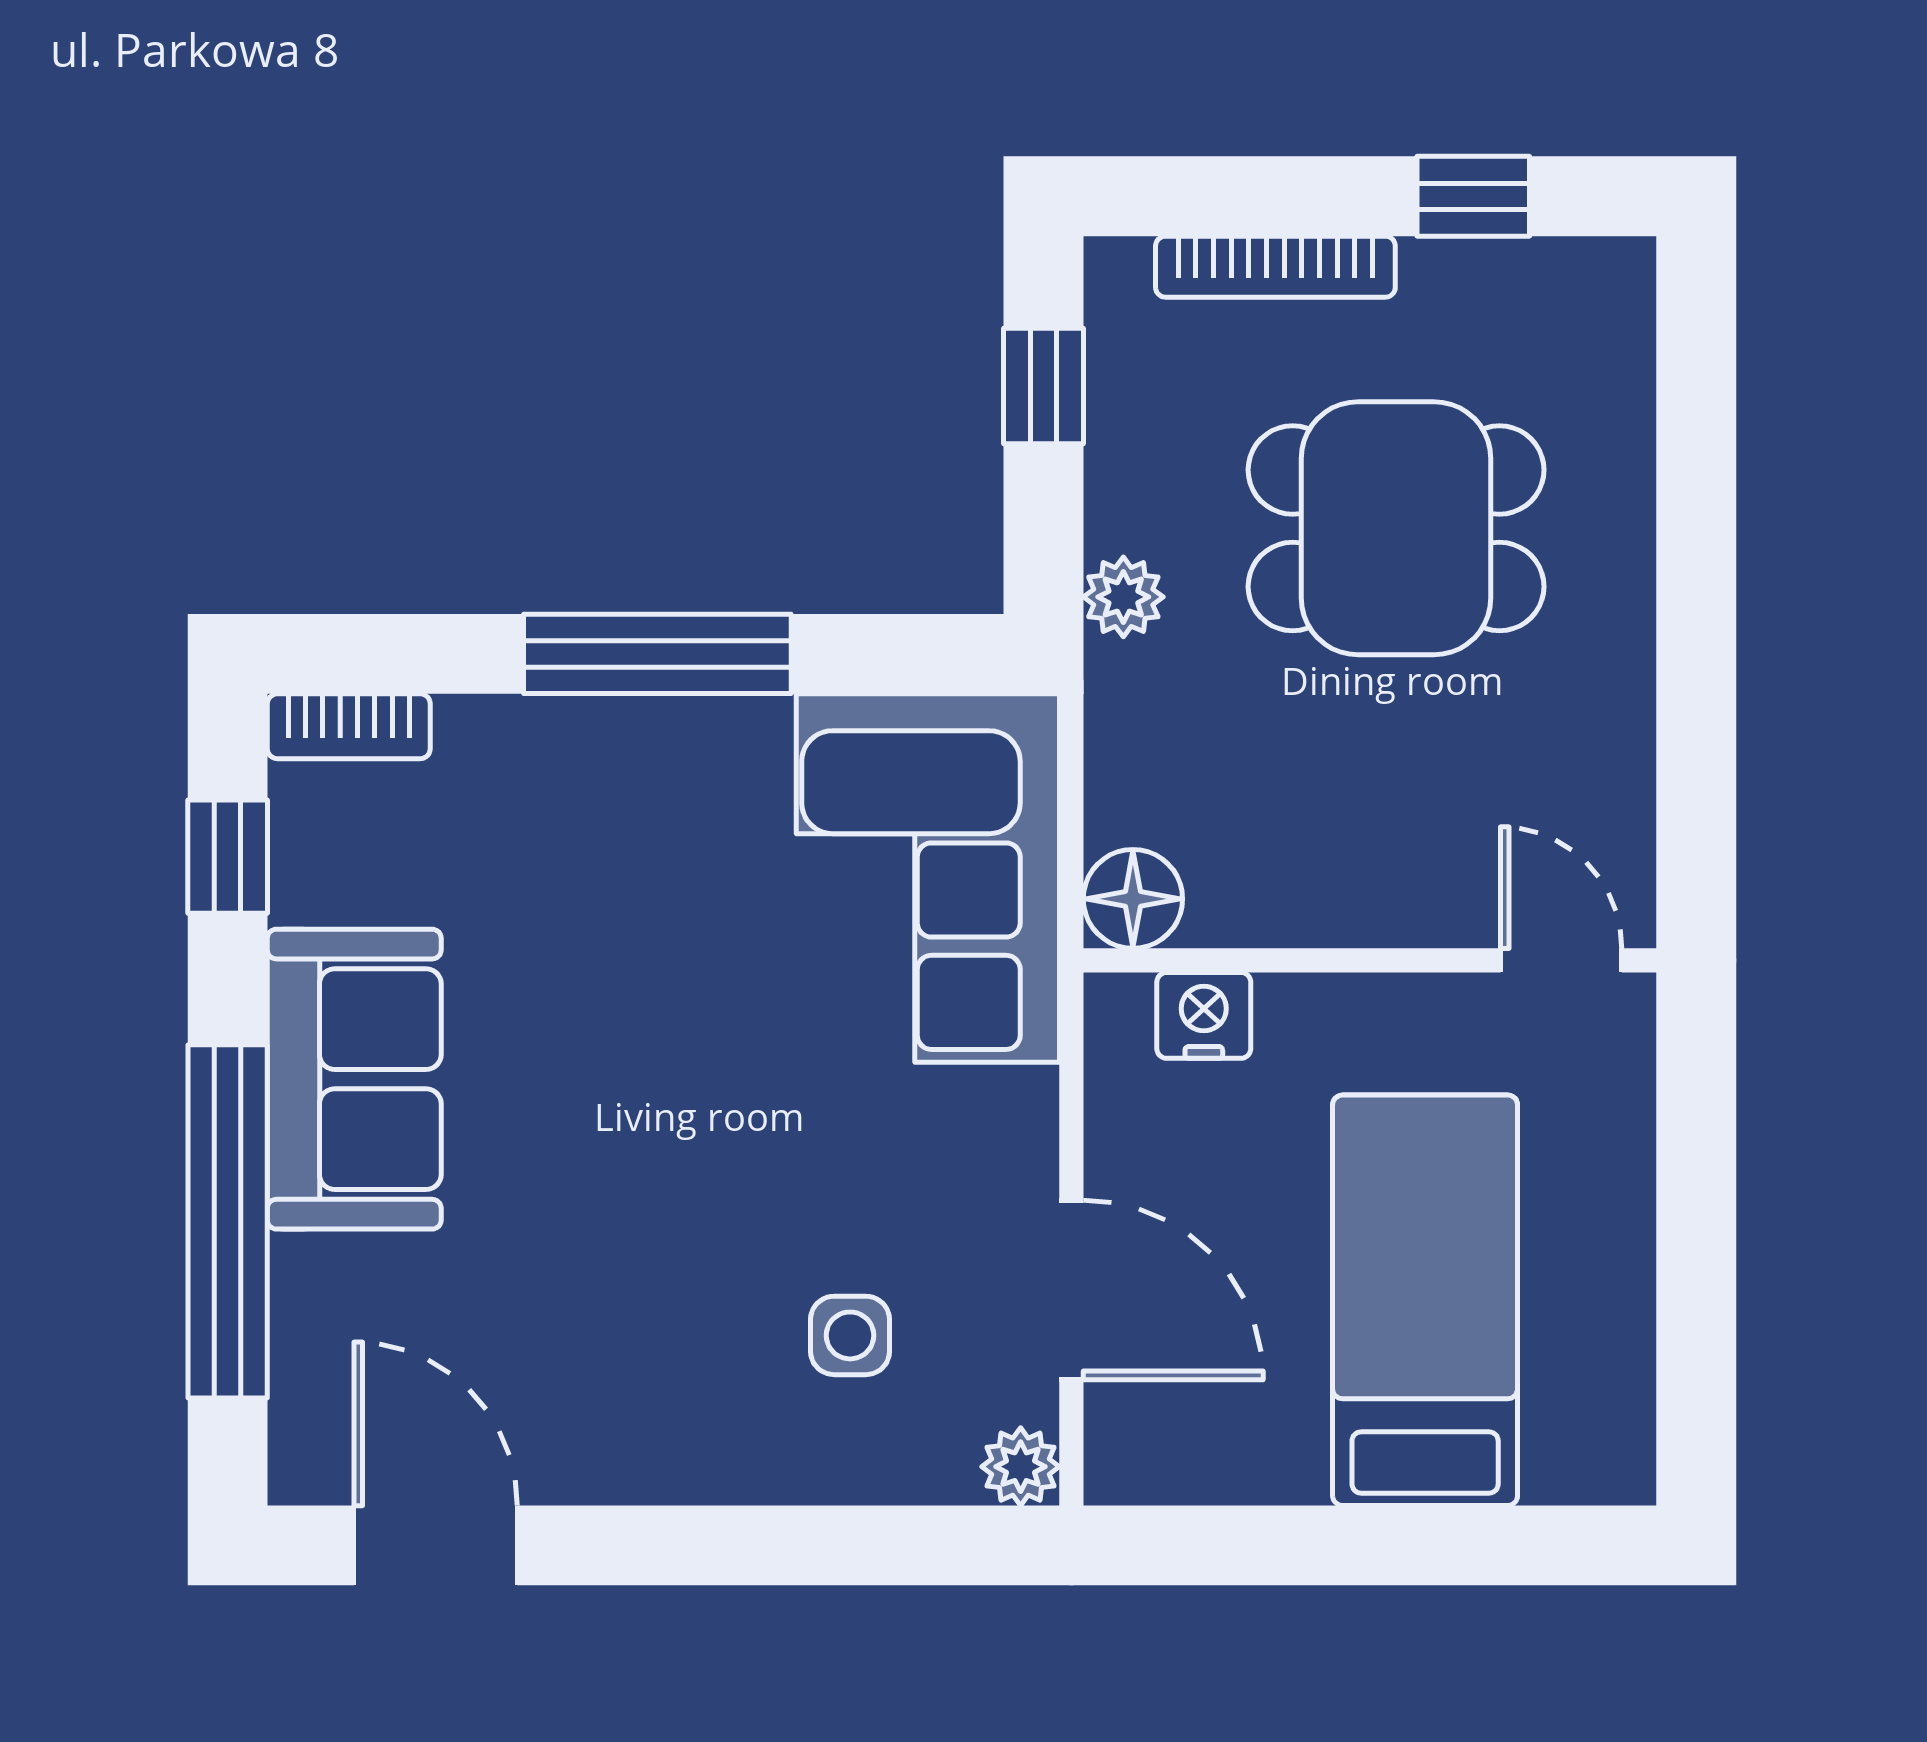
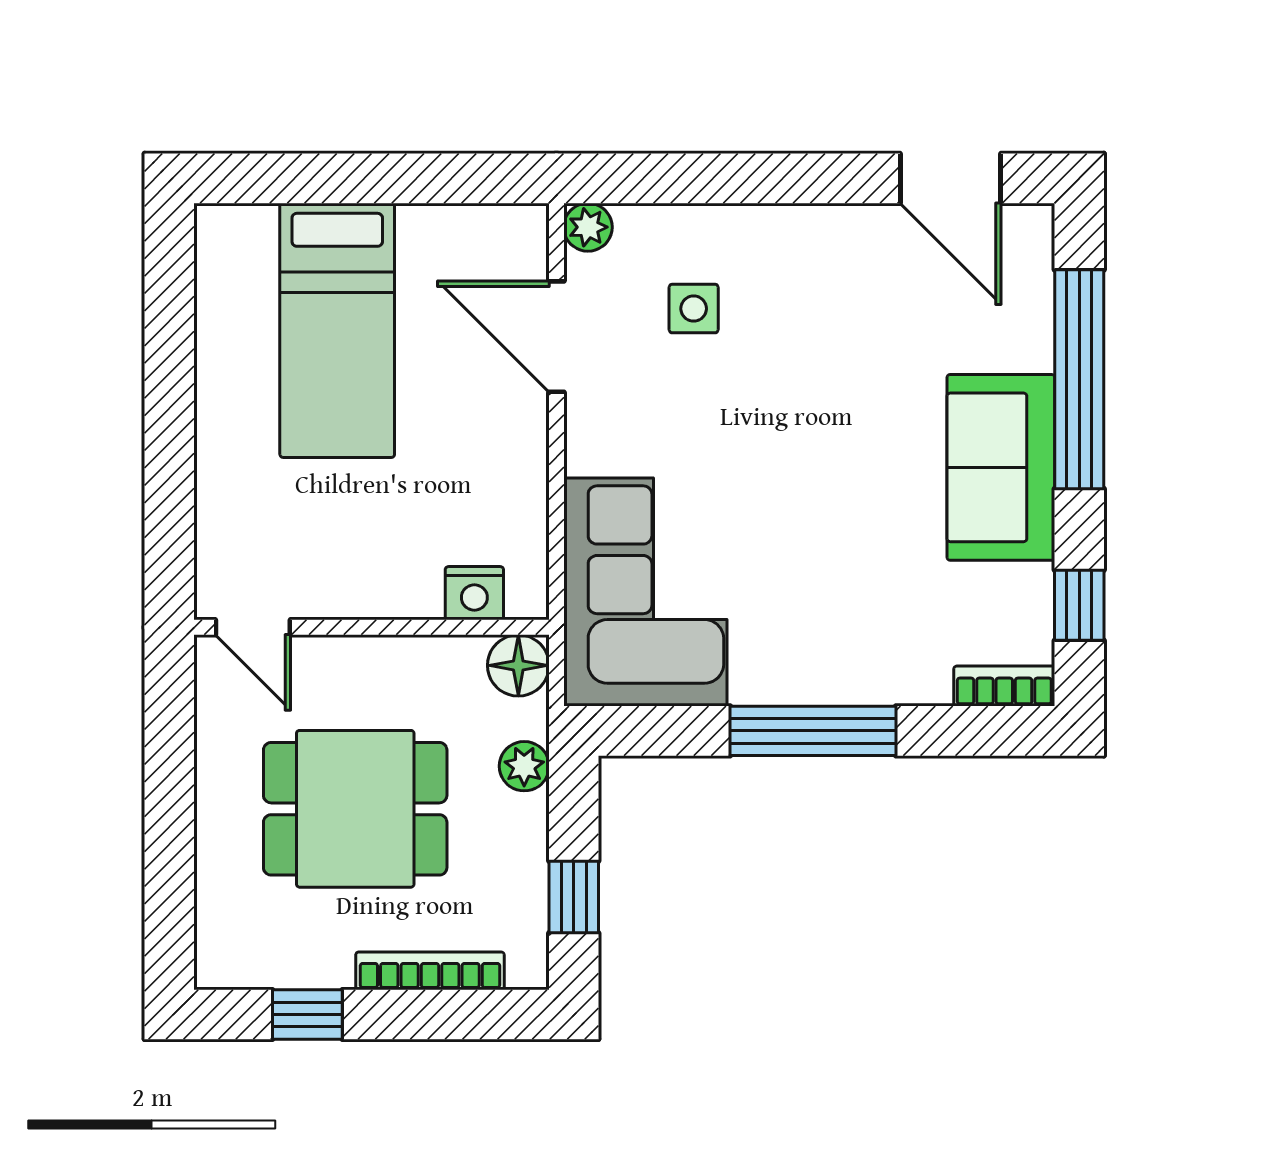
floor lamp: (1133, 899) -> (518, 665), moved
wall: (1370, 960) -> (371, 627), moved
door: (1561, 960) -> (253, 627), moved
nightstand: (1204, 1015) -> (474, 593), moved

